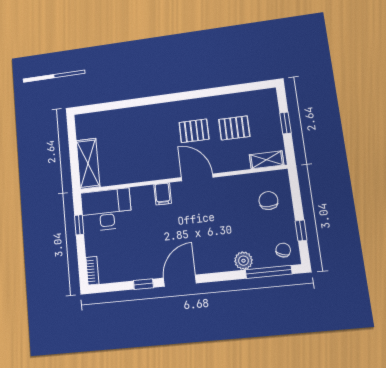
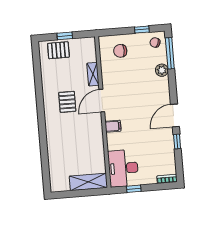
pallet: (234, 128) -> (58, 50), moved, turned 90
shelving: (267, 160) -> (93, 74), moved
door: (180, 281) -> (175, 115), hinge flipped

